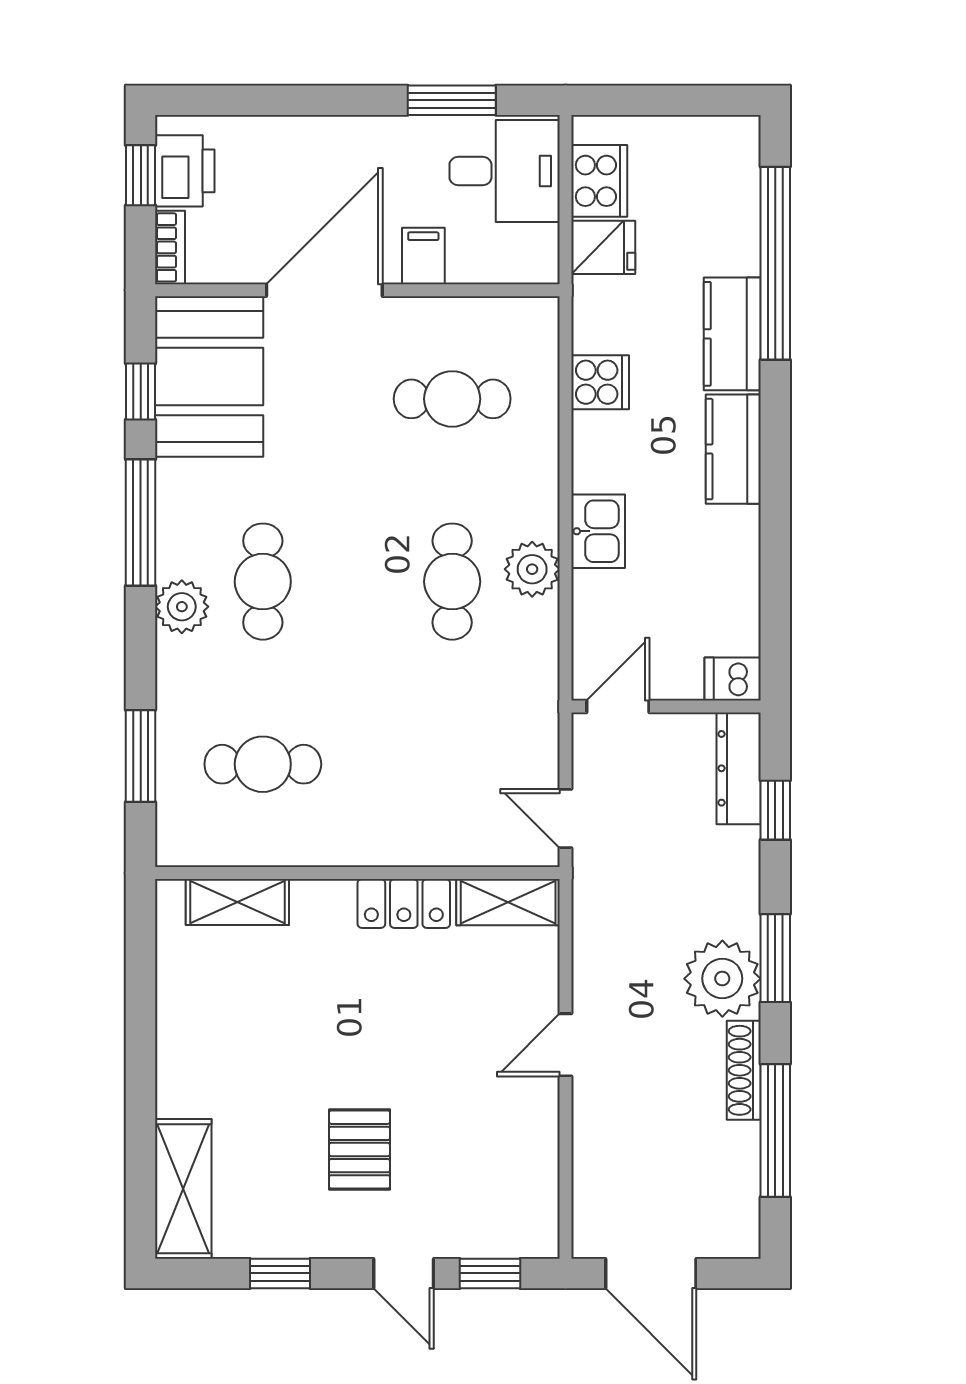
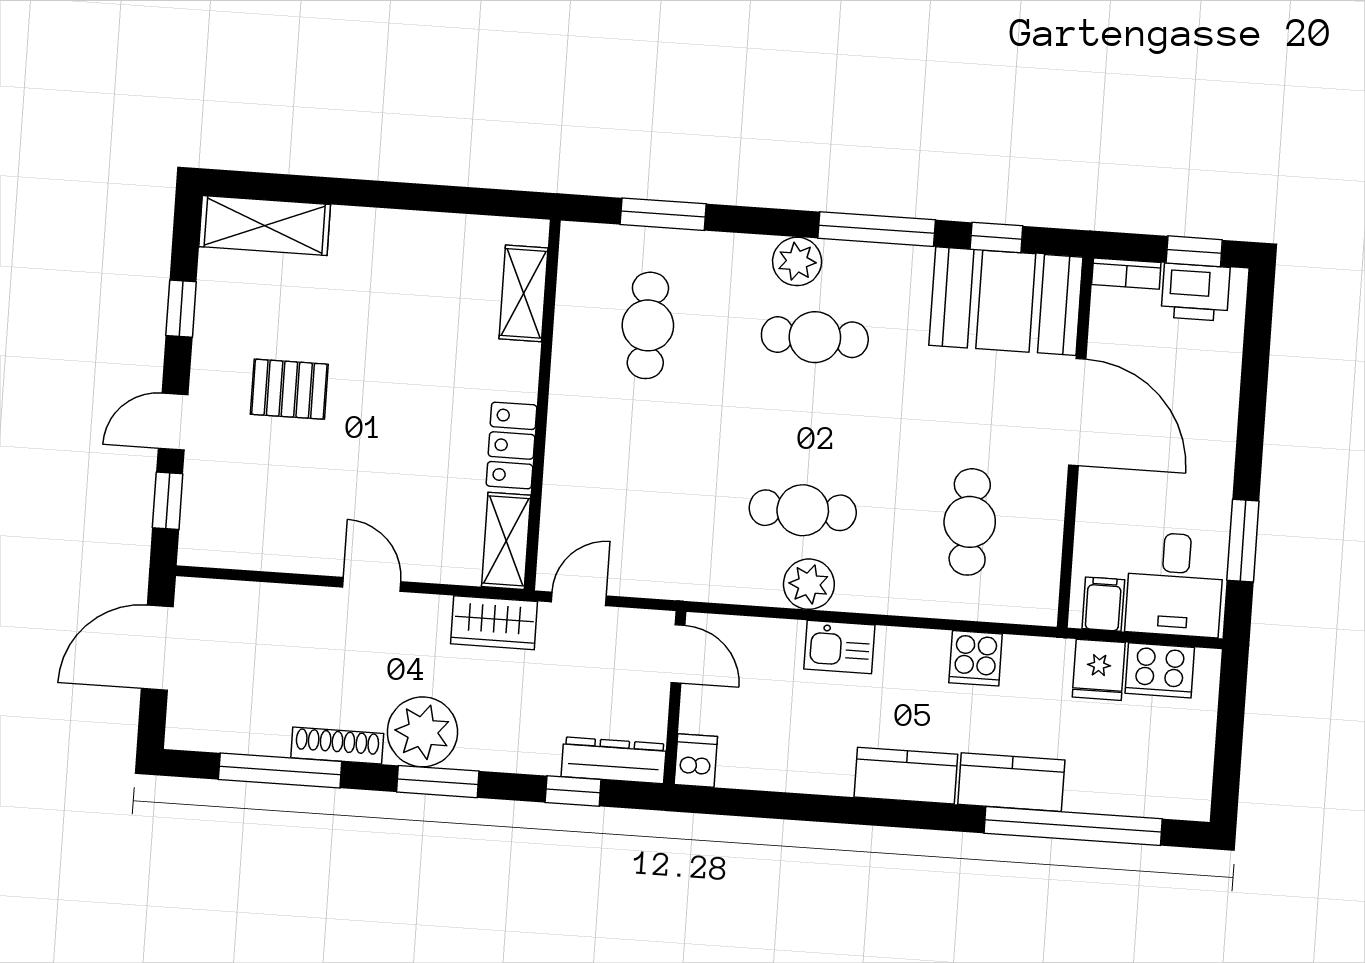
filing cabinet: (423, 256) -> (1103, 604), moved, turned -90
wardrobe: (598, 909) -> (494, 623), added

